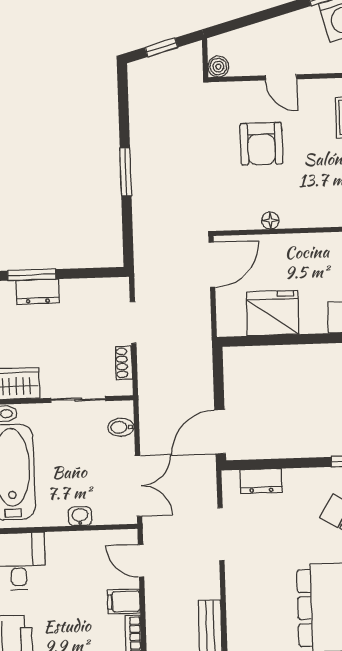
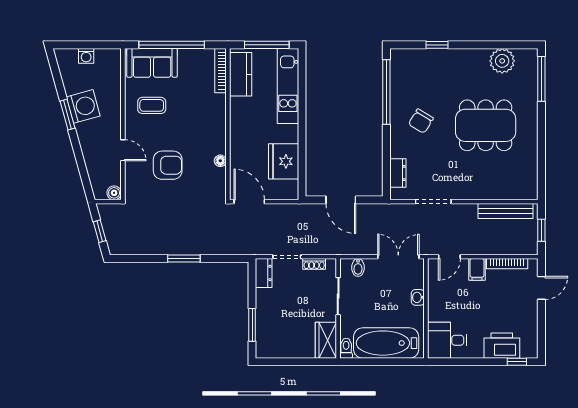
door: (281, 77) -> (123, 150), hinge flipped
dresser: (38, 292) -> (264, 273), moved
door: (220, 432) -> (341, 200), moved

